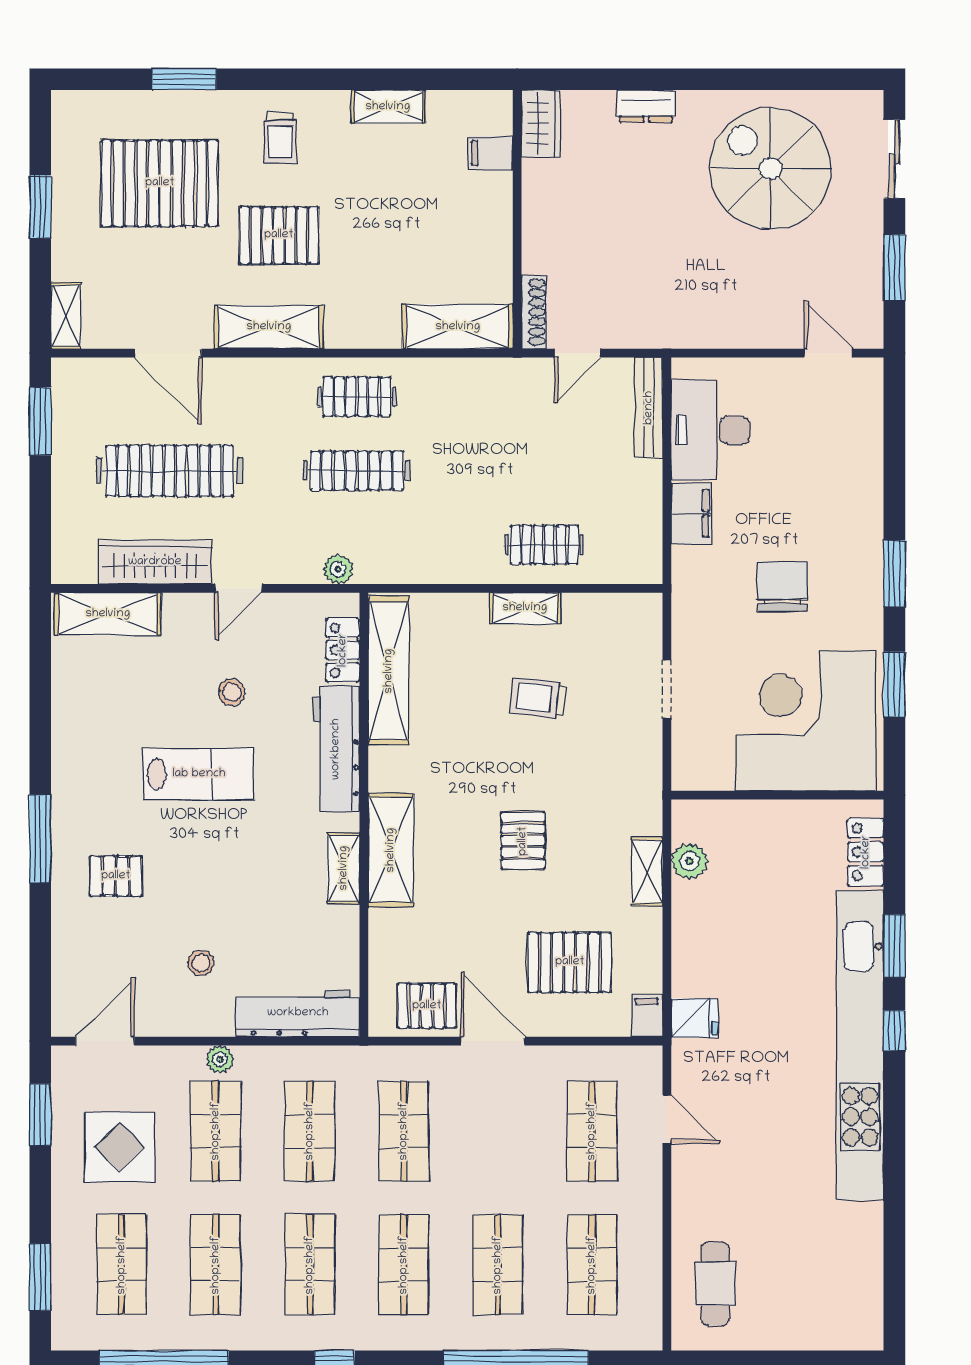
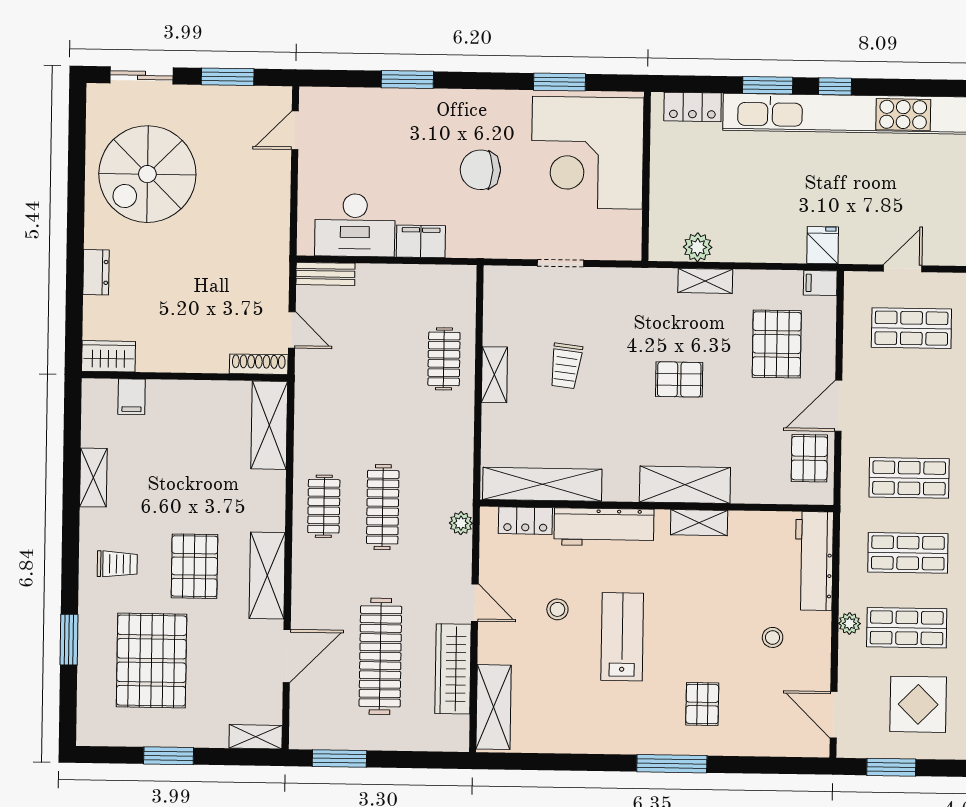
bench: (649, 408) -> (325, 274), width x0.73
window: (894, 573) -> (407, 80), moved

